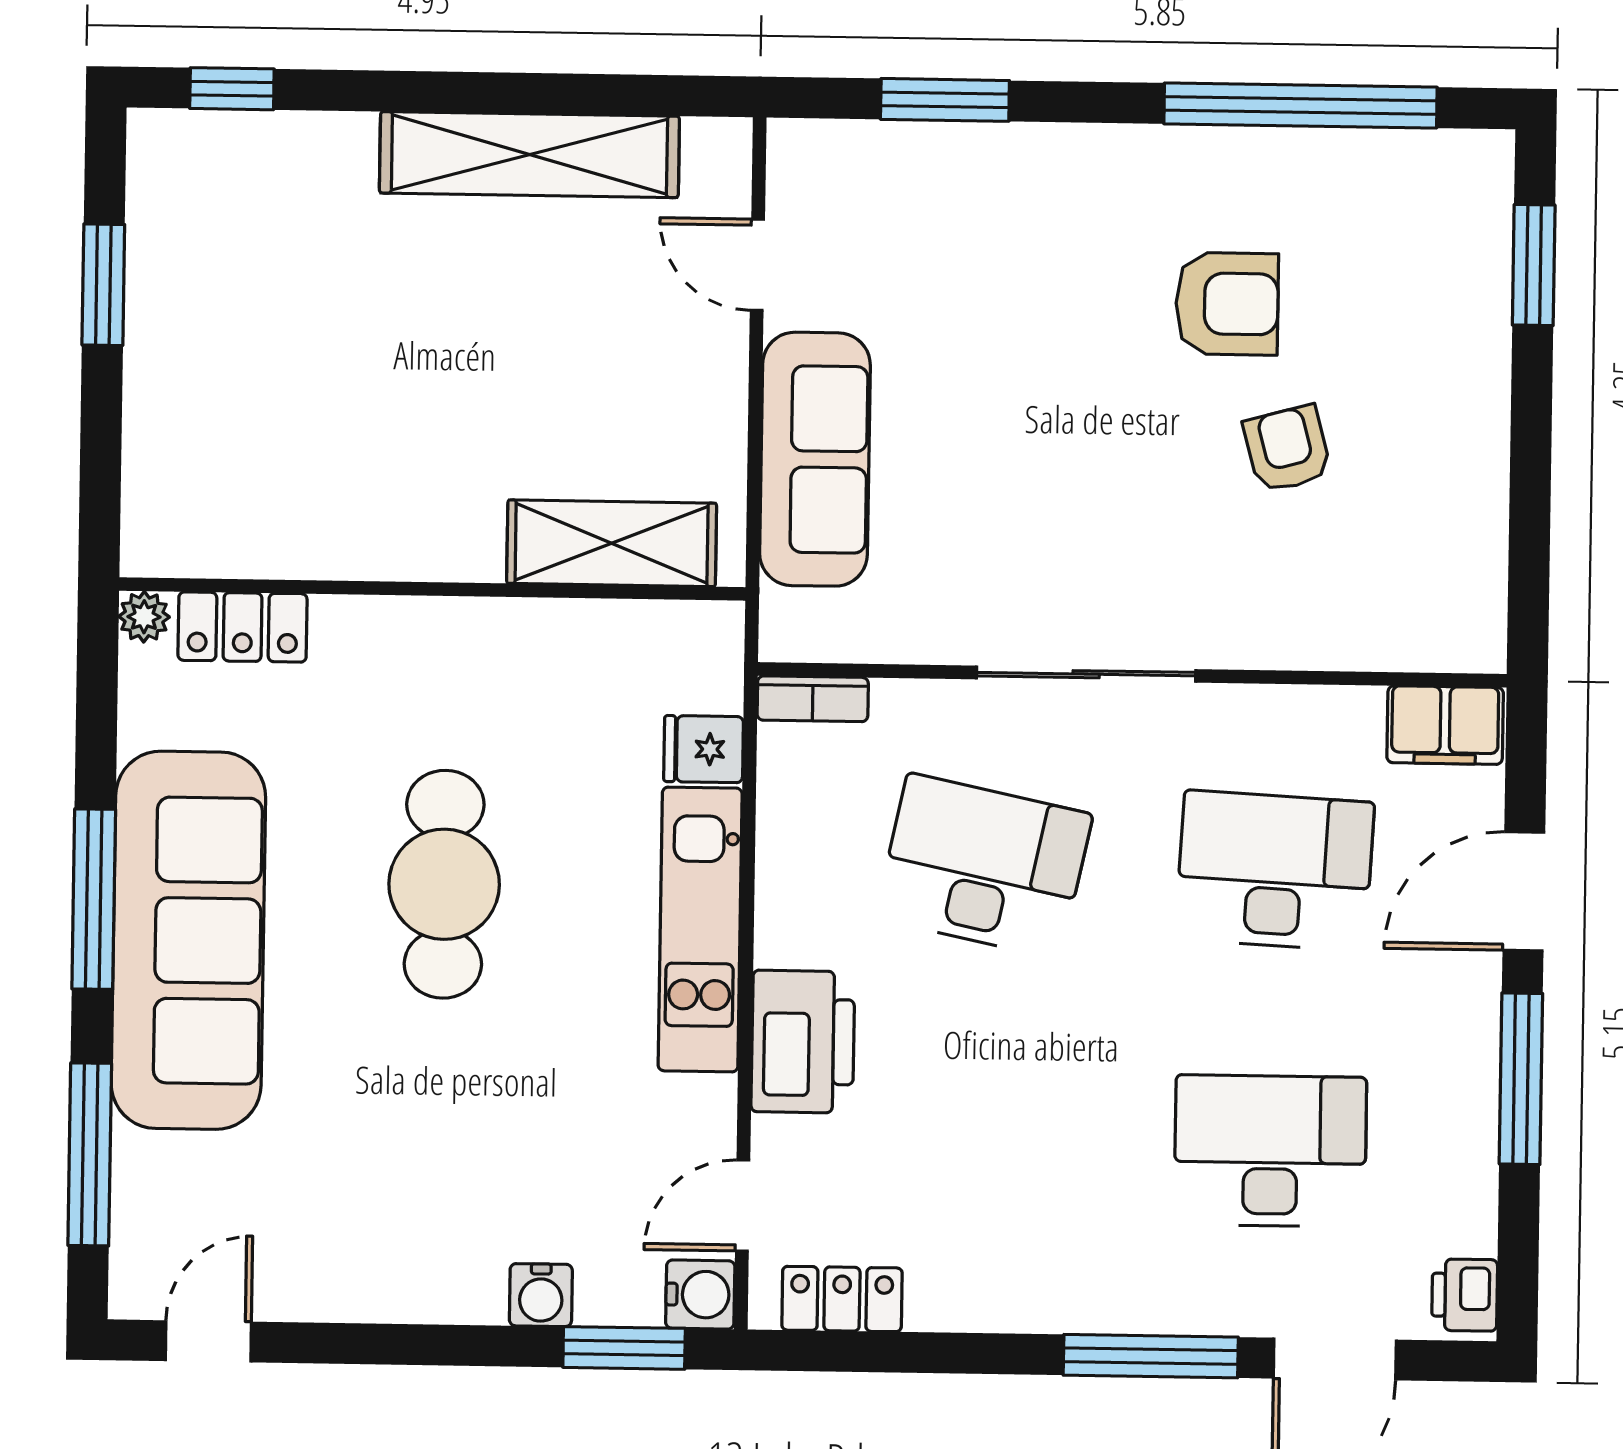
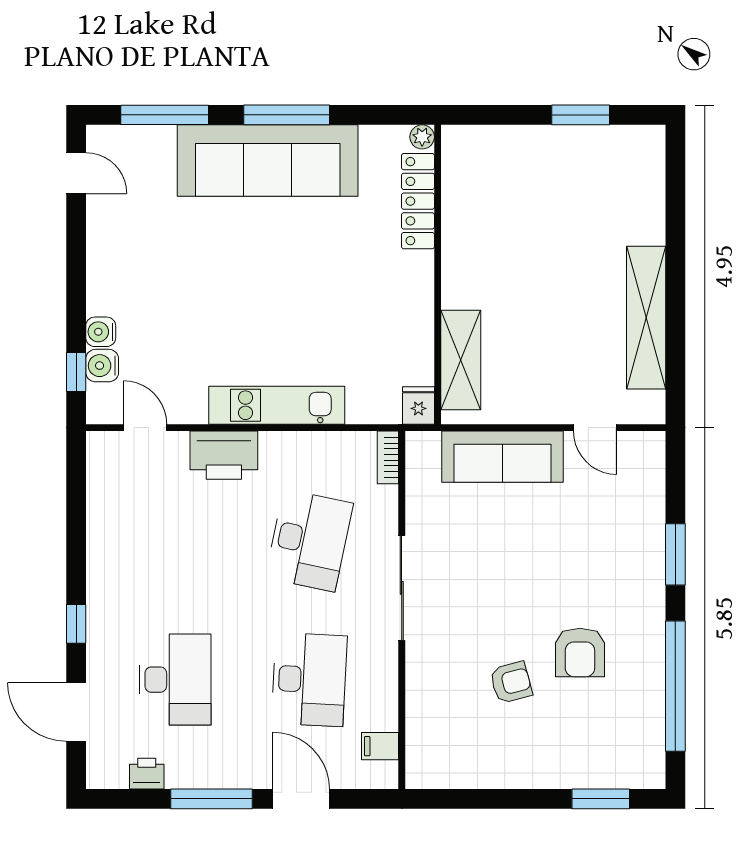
window: (232, 89) -> (675, 175), removed
window: (945, 100) -> (675, 554), moved
door: (757, 265) -> (595, 428), swing flipped
locker: (243, 627) -> (418, 201), width x1.53
filing cabinet: (1445, 725) -> (380, 746), width x0.50
fridge: (704, 749) -> (418, 405), moved
cafe table: (444, 884) -> (296, 282), removed
water cooler: (700, 1295) -> (102, 366), moved, turned 90
printer: (1465, 1295) -> (147, 774), moved
locker: (842, 1299) -> (101, 476), removed
window: (624, 1348) -> (76, 372), width x0.67
window: (1151, 1356) -> (76, 624), width x0.46

